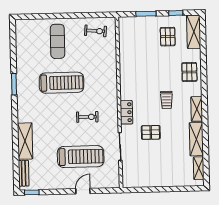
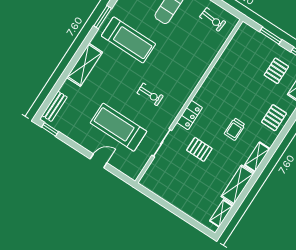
treadmill: (61, 83) -> (128, 40), moved
shelving: (25, 141) -> (85, 65), moved
treadmill: (81, 157) -> (118, 127), turned 180

